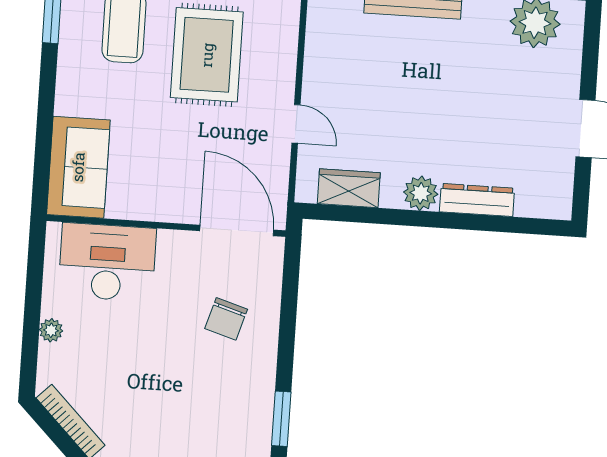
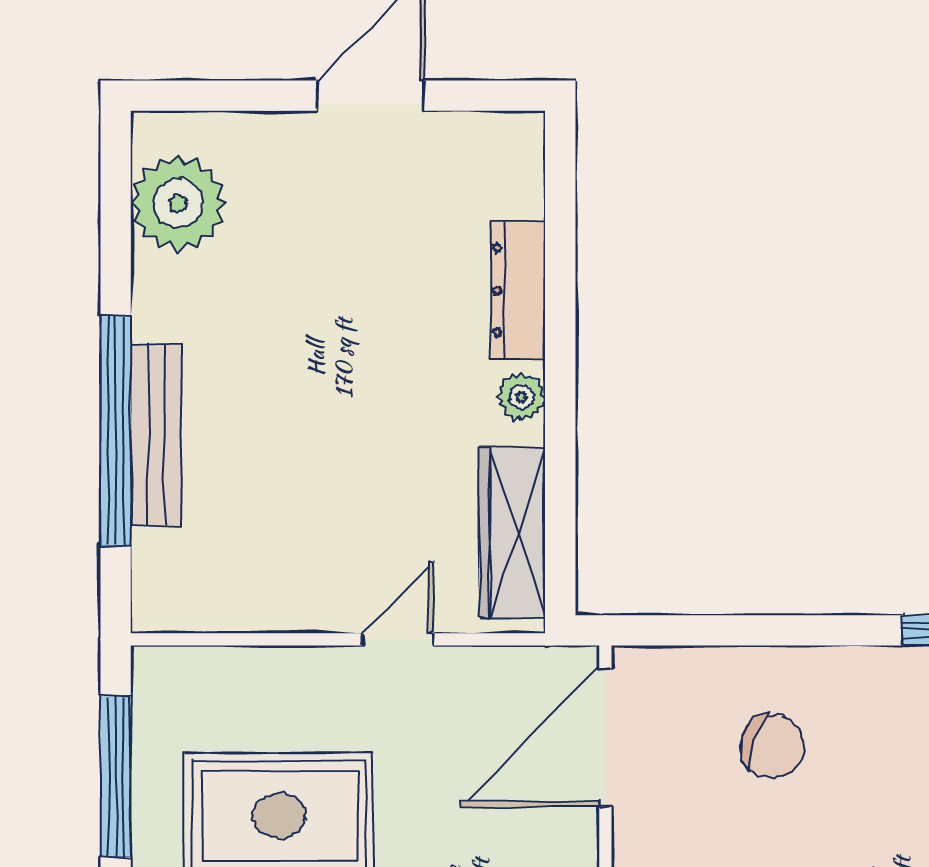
wardrobe: (349, 188) -> (512, 532), width x1.50
plant: (421, 193) -> (521, 397), width x0.73, depth x0.73

